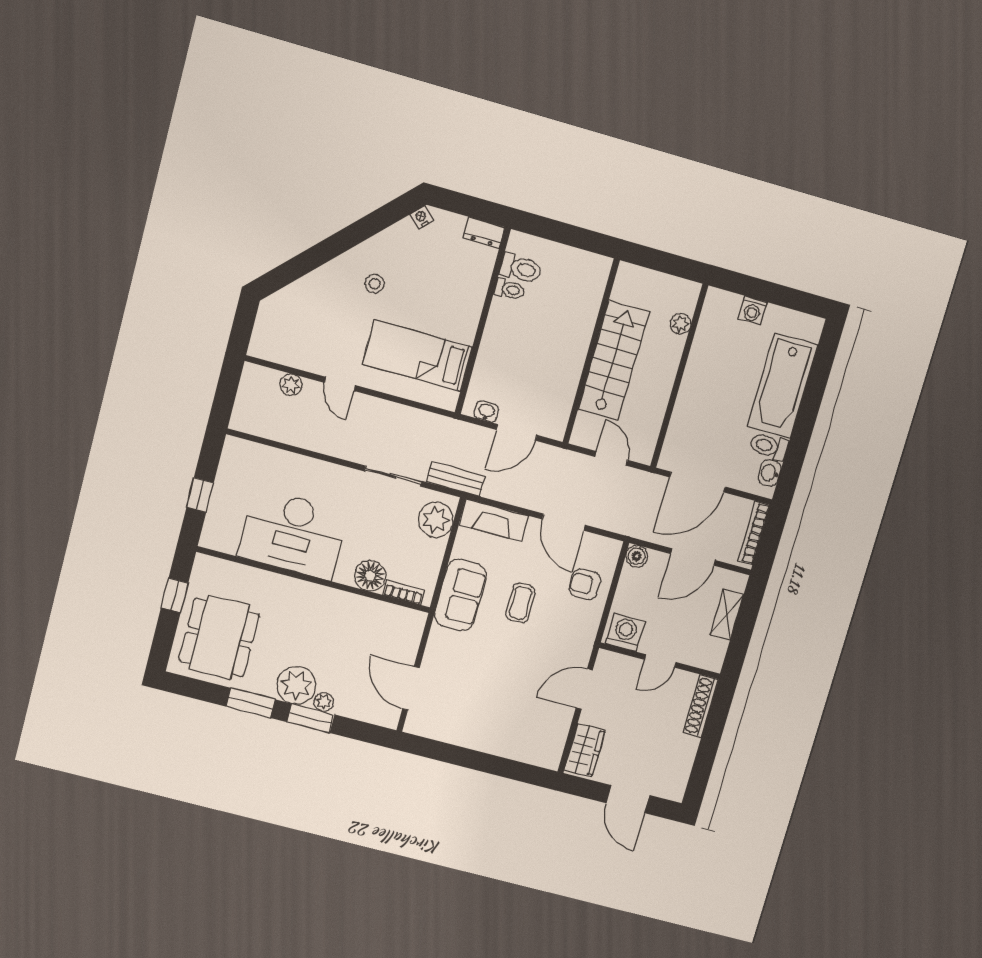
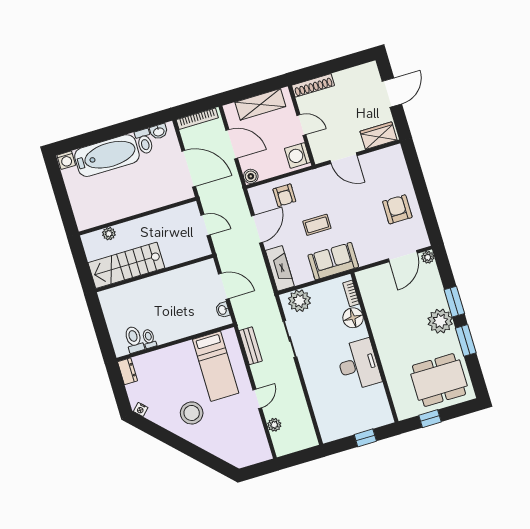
stool: (375, 284) -> (192, 413), width x1.89, depth x1.89
washing machine: (752, 310) -> (66, 160), moved, turned 90
stairs: (613, 361) -> (126, 265), moved
door: (611, 458) -> (206, 225), swing flipped
bench: (456, 479) -> (251, 346), moved
desk: (293, 534) -> (358, 365), width x0.73, depth x0.77
shelving: (727, 614) -> (260, 104), width x1.50, depth x1.33
plant: (324, 702) -> (428, 257), moved
armchair: (476, 717) -> (397, 209), added

